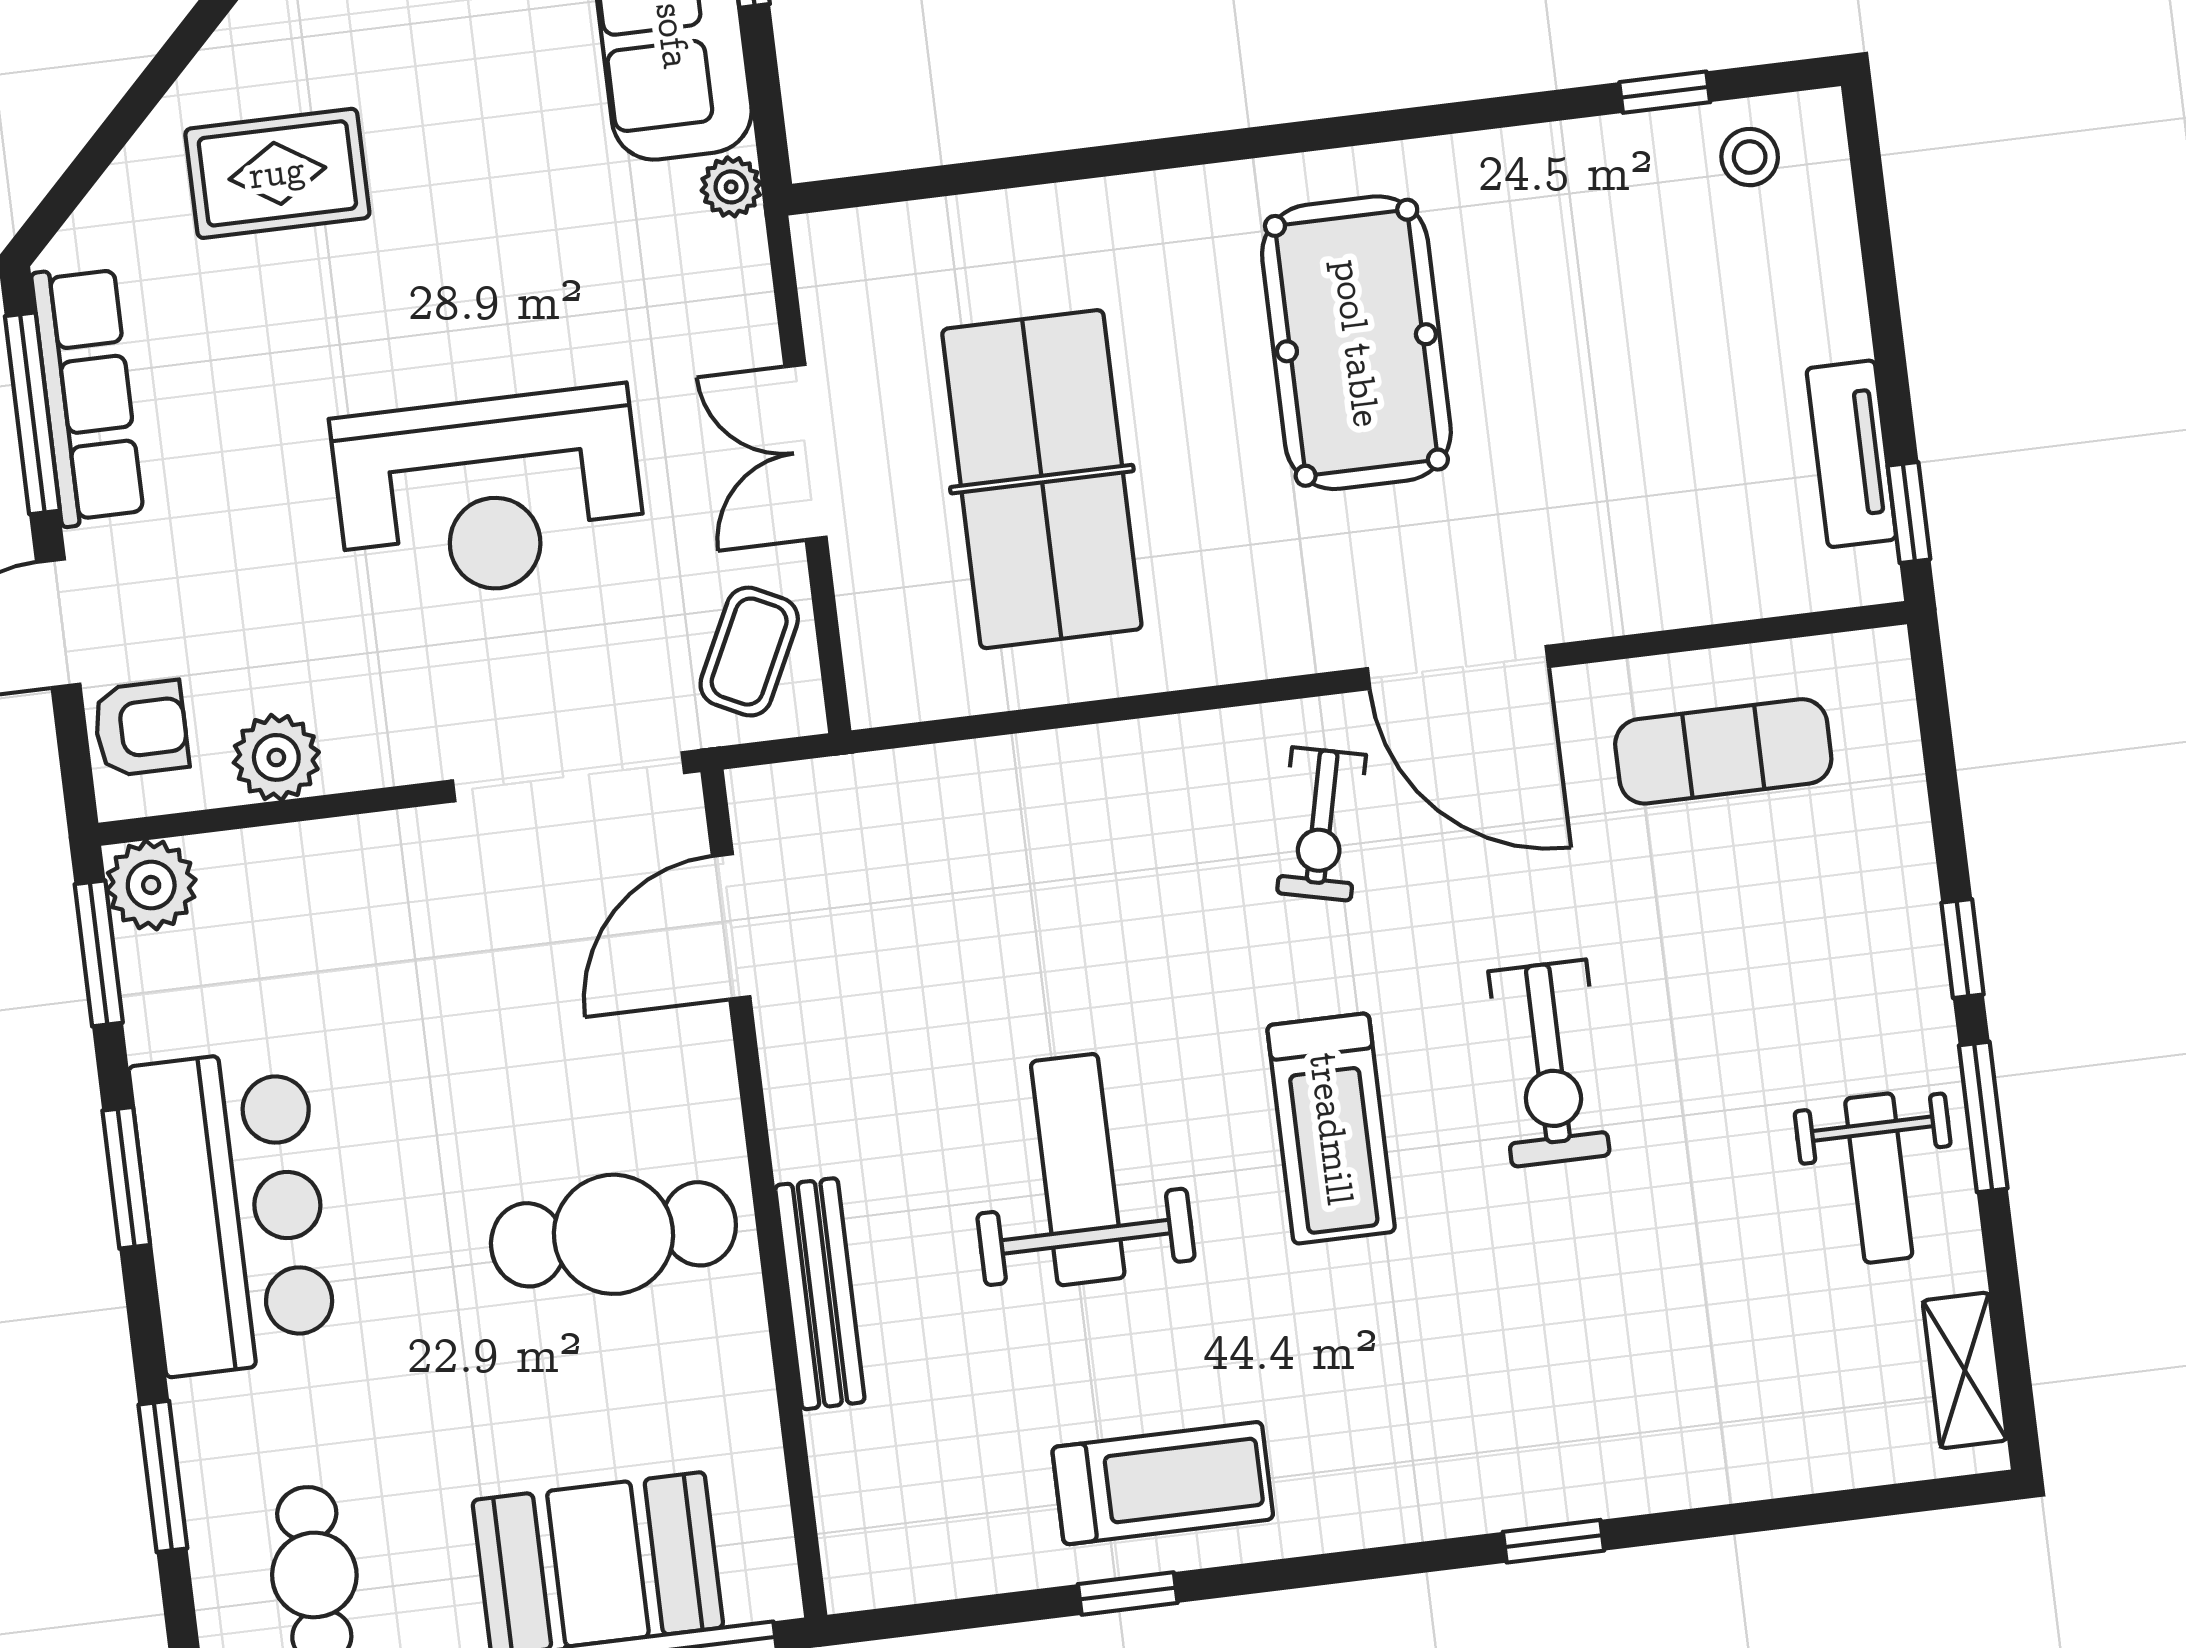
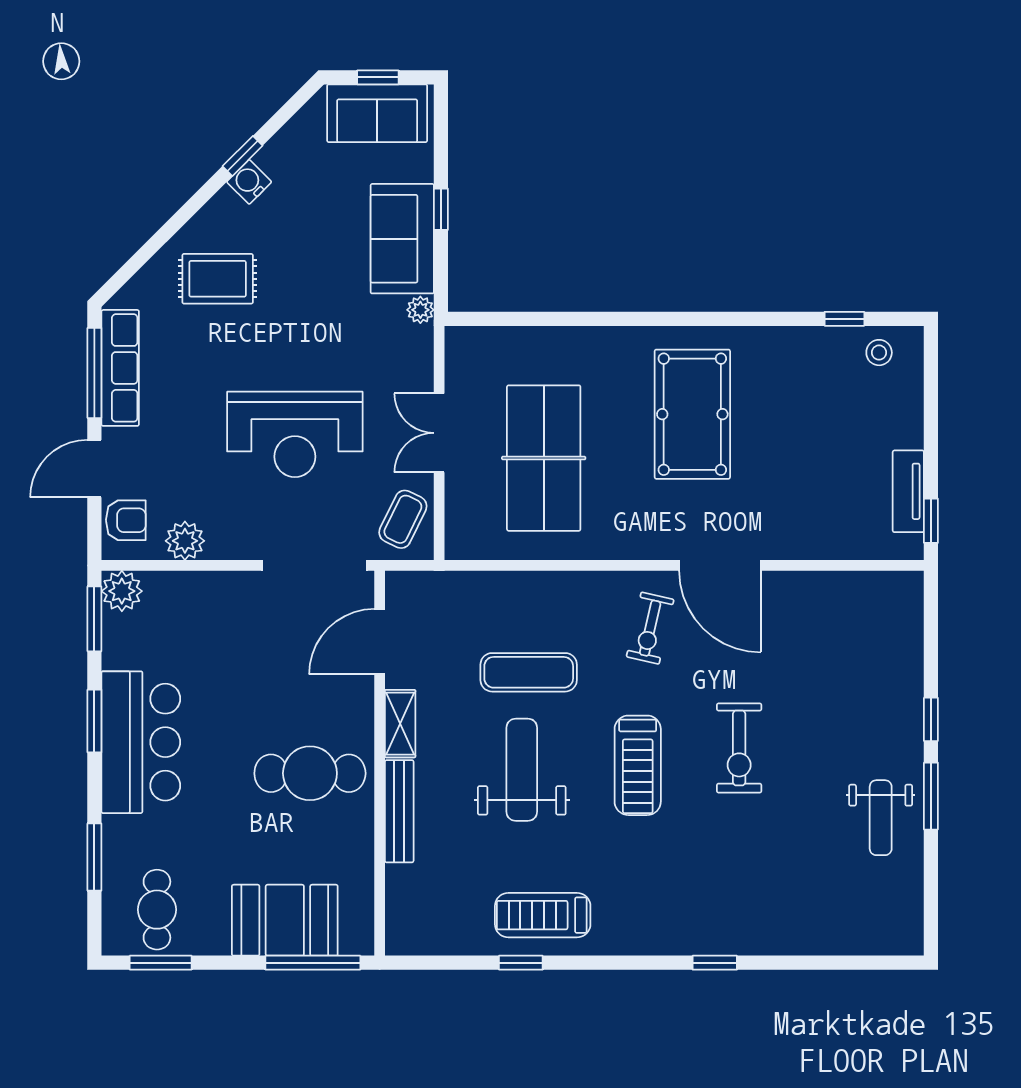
exercise mat: (1723, 751) -> (529, 672), moved
shelving: (1965, 1370) -> (400, 724), moved
treadmill: (1163, 1483) -> (543, 915), turned 180

